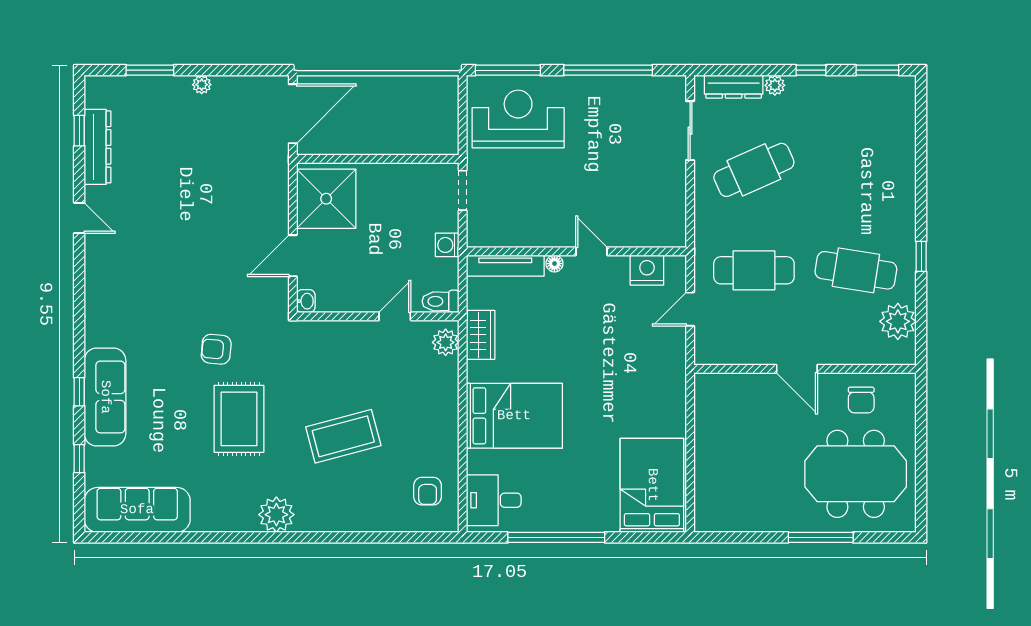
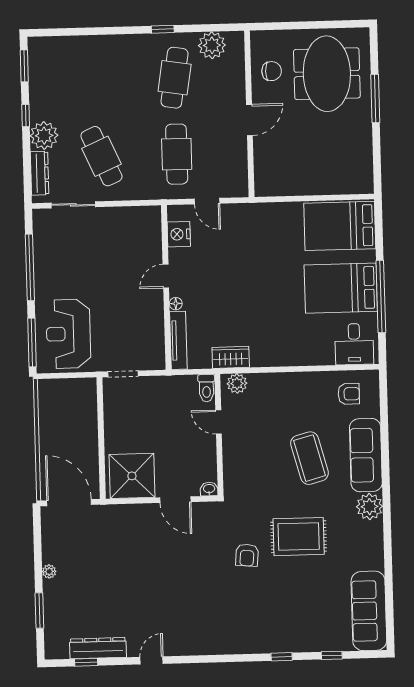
plant: (775, 85) -> (44, 136), width x1.88, depth x1.88
washing machine: (447, 245) -> (164, 384), removed
sofa: (105, 397) -> (366, 455), moved, turned -90
bed: (514, 416) -> (341, 288), moved, turned -90

